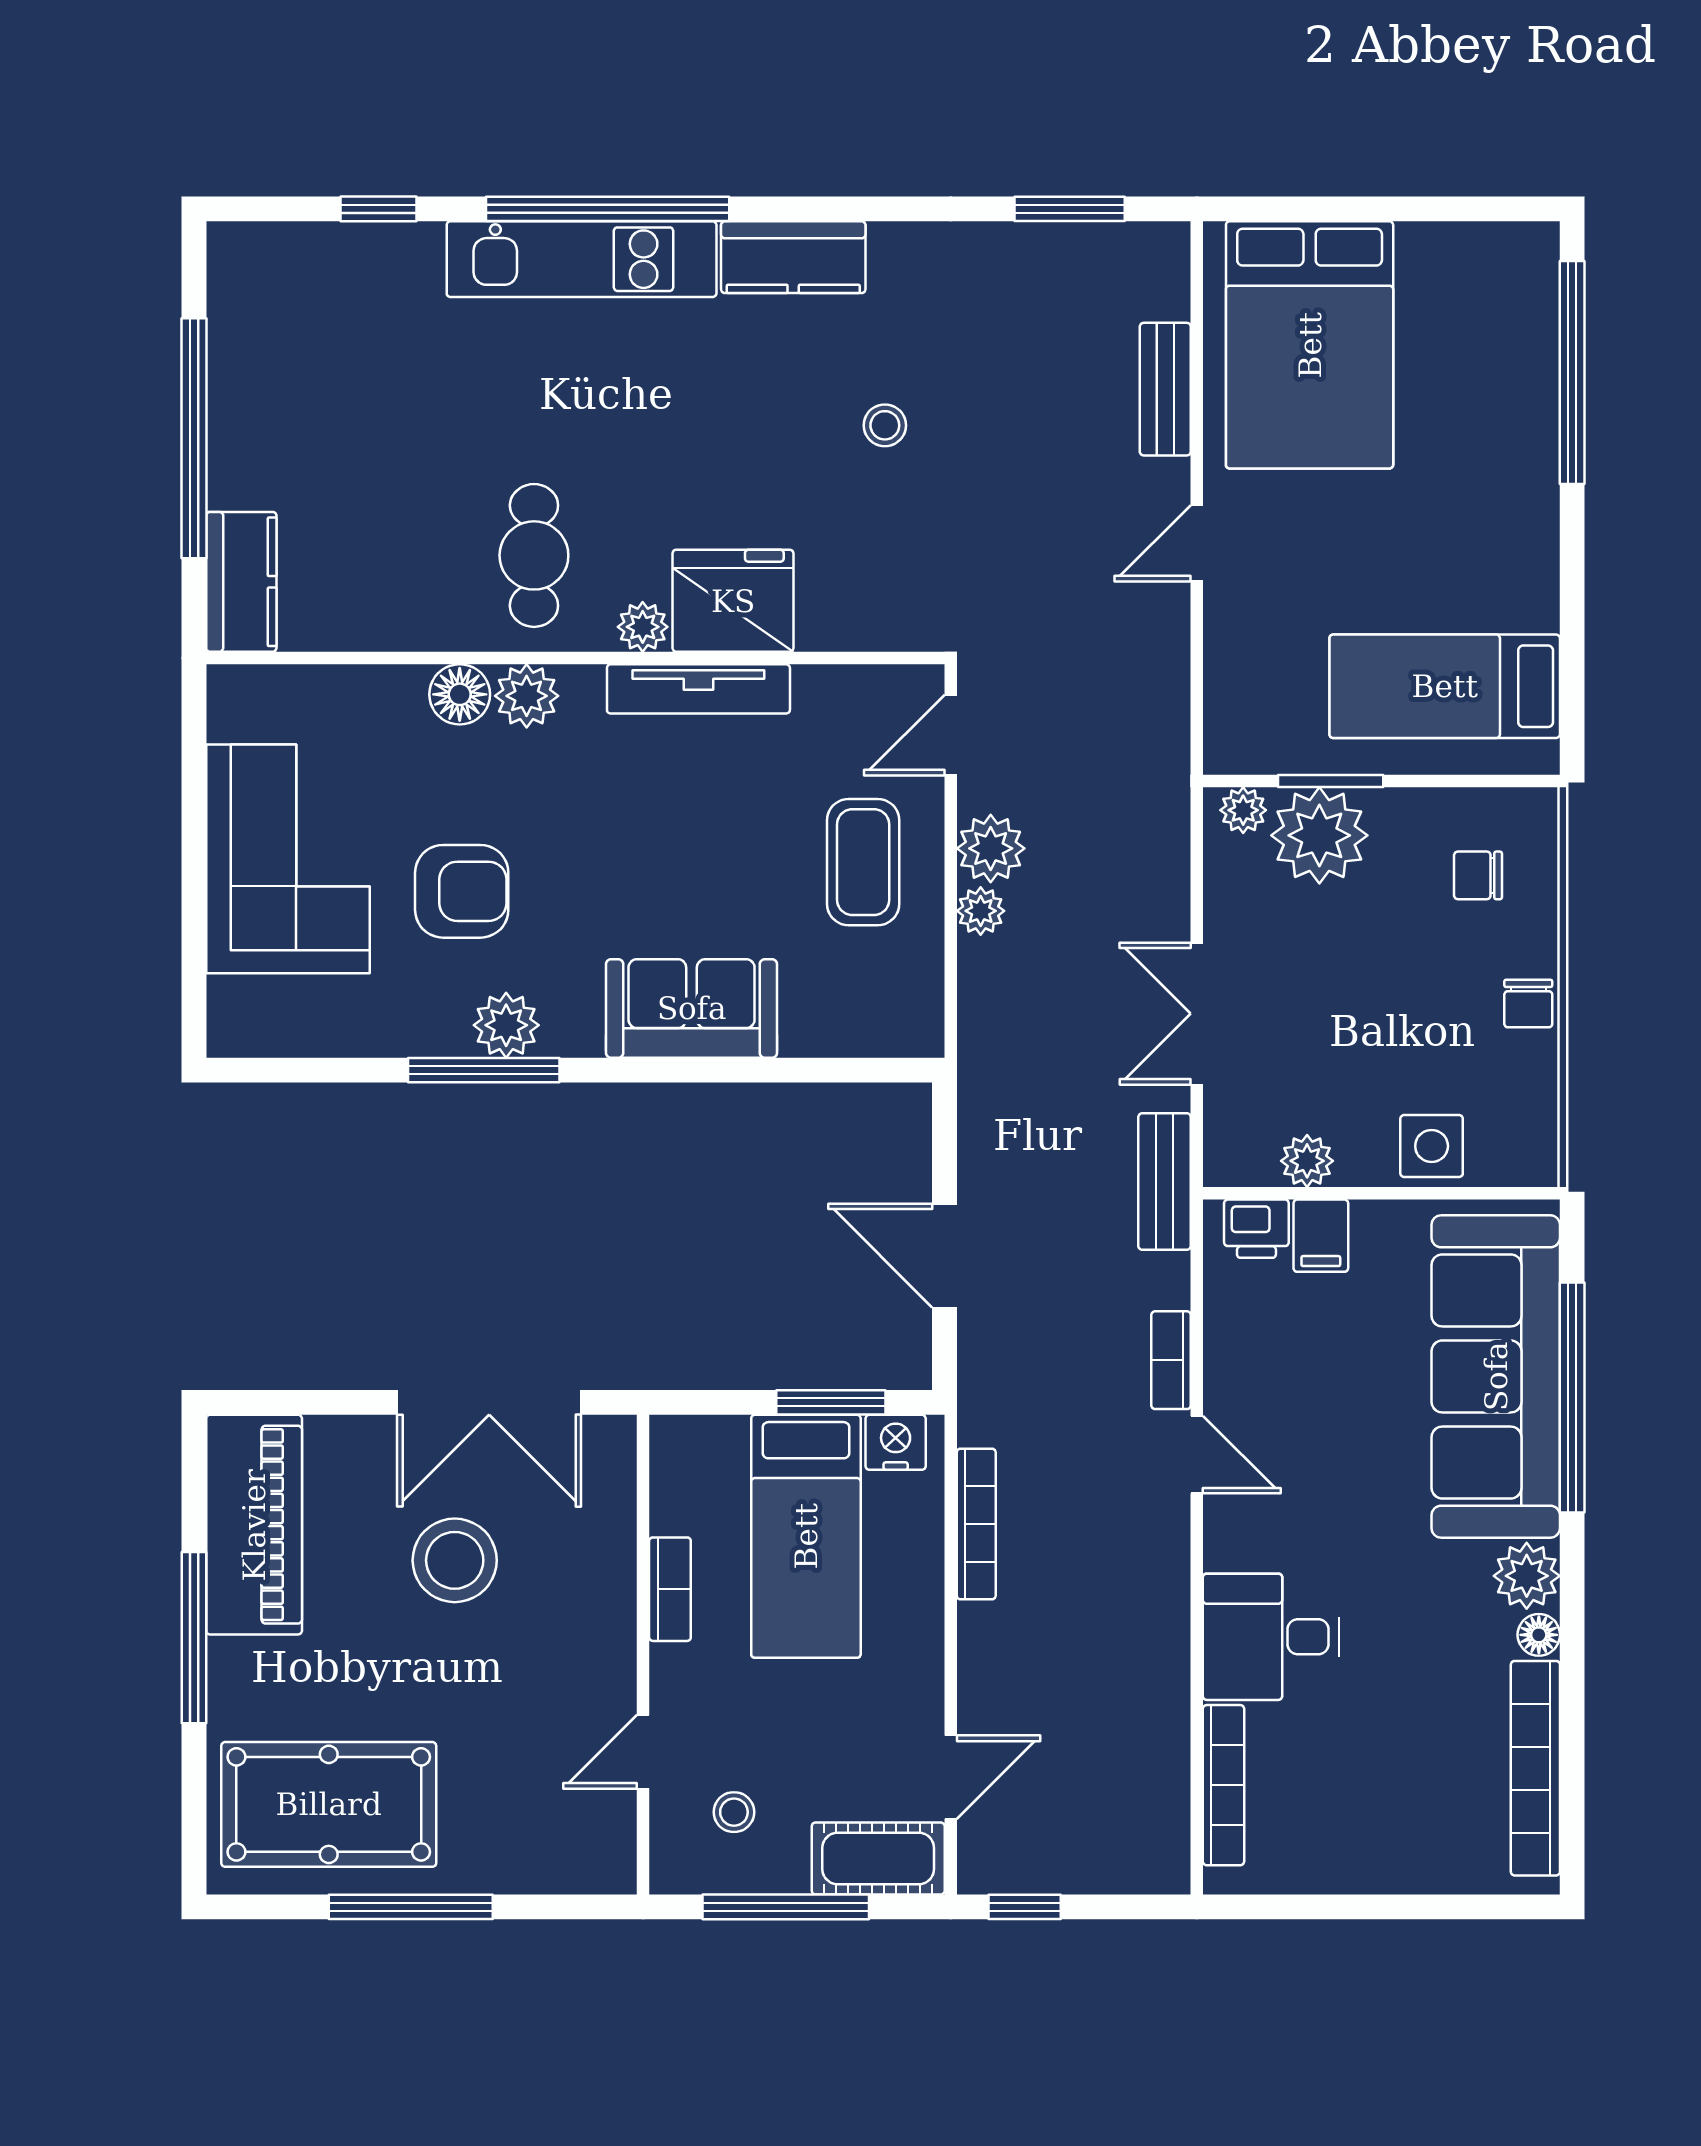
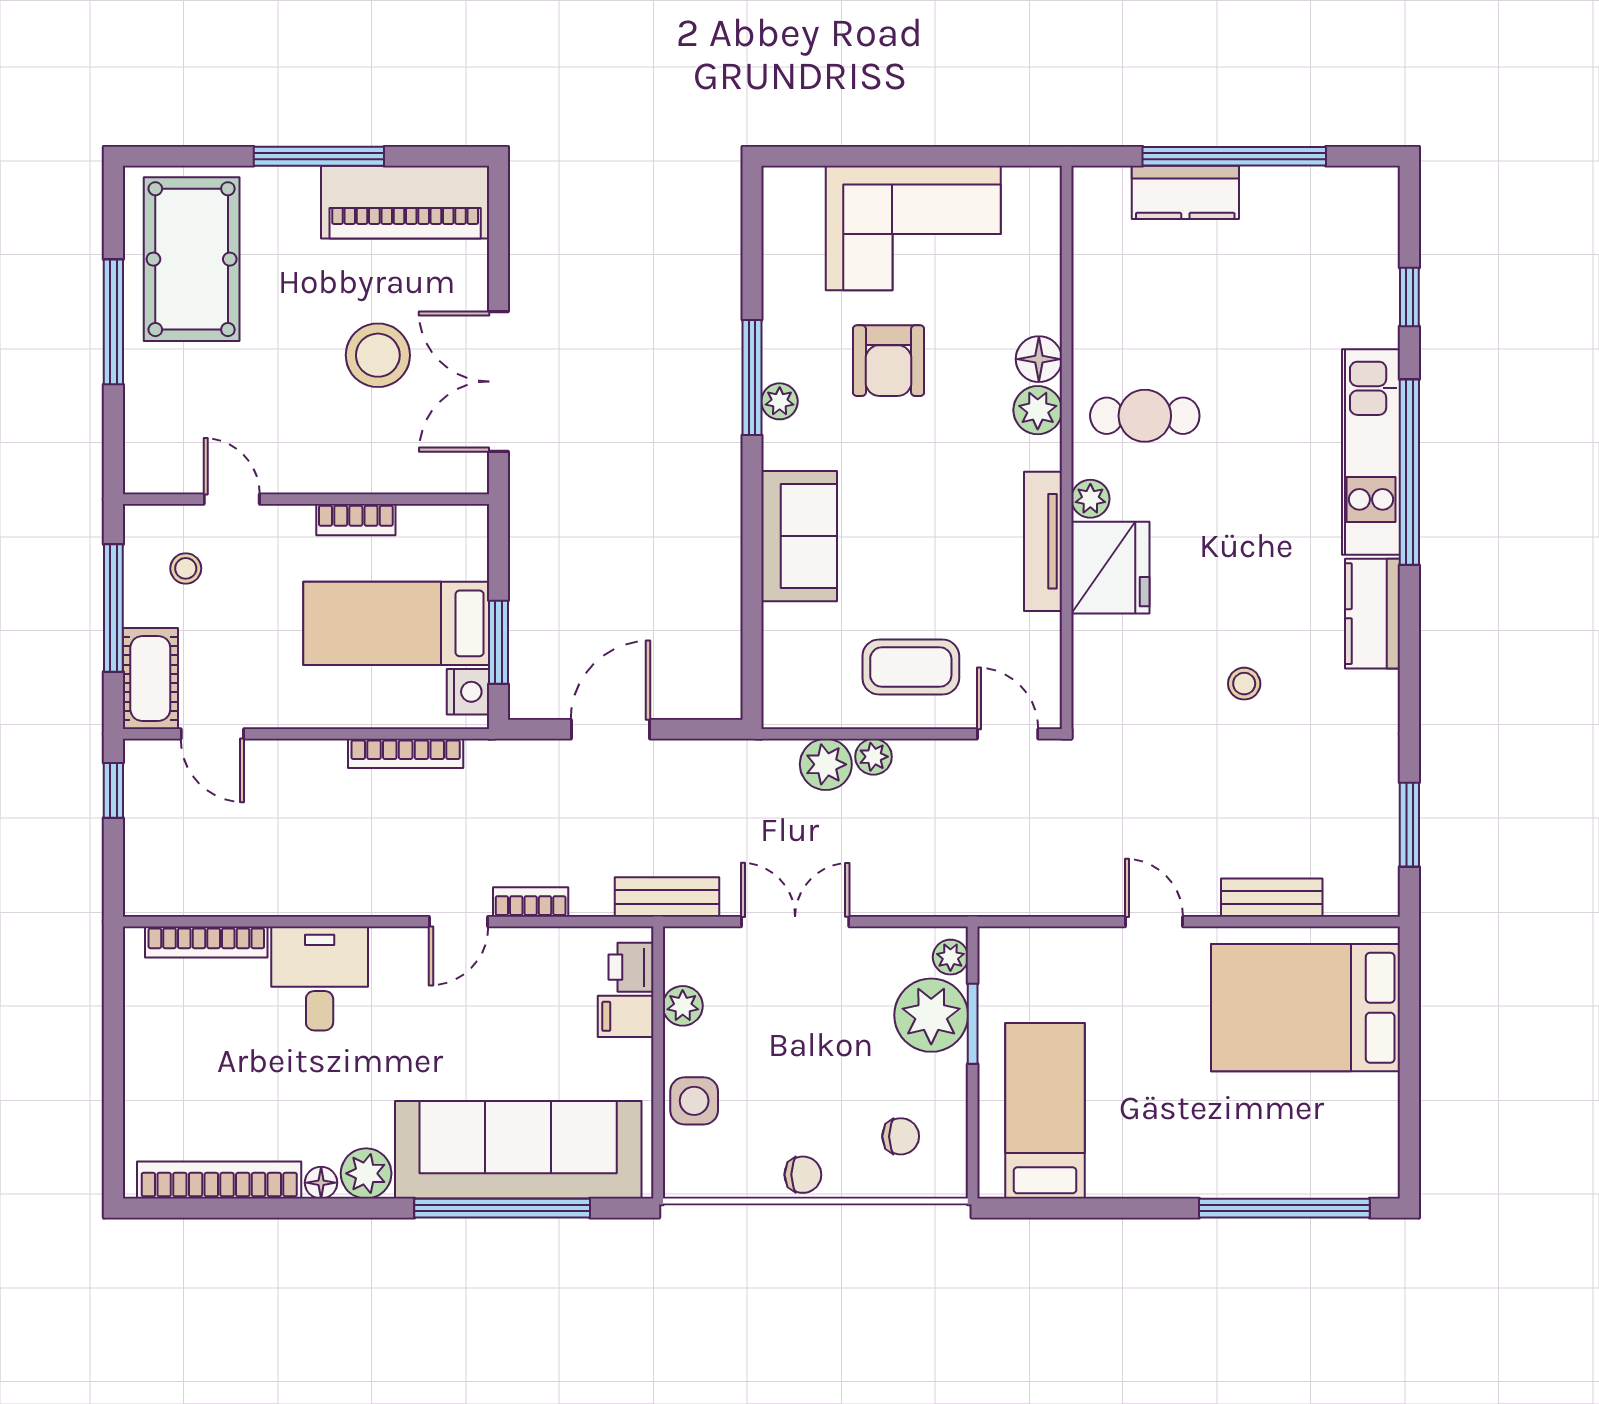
kitchen counter: (241, 582) -> (1185, 192), moved
plant: (991, 848) -> (826, 764), moved
chair: (1478, 875) -> (901, 1136), turned 90
chair: (1528, 1003) -> (803, 1175), turned 180
plant: (506, 1025) -> (780, 401), width x0.73, depth x0.73

